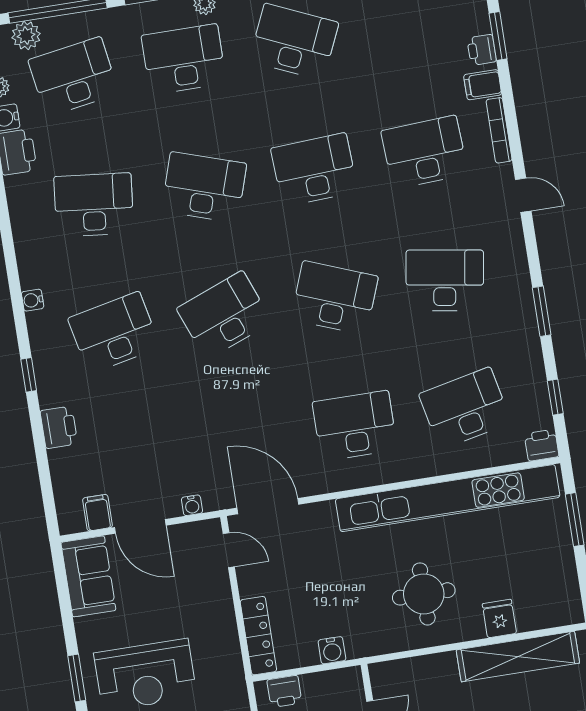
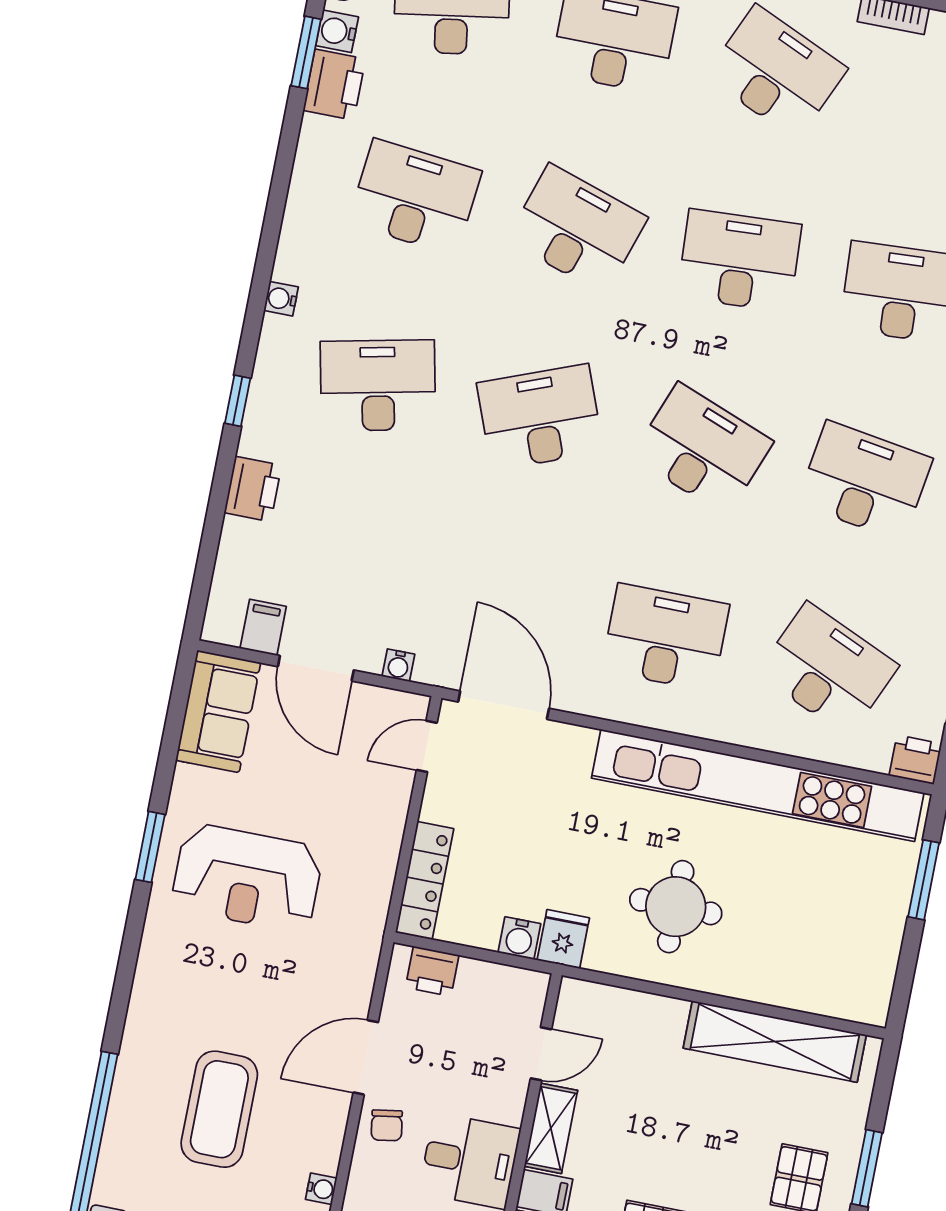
desk: (465, 408) -> (828, 669), turned 36
door: (229, 550) -> (427, 746), swing flipped
fridge: (499, 619) -> (563, 939), moved

